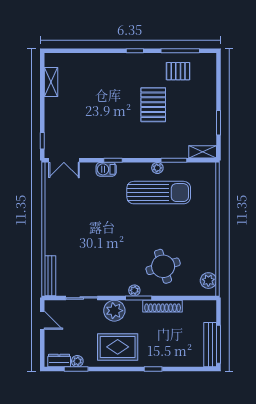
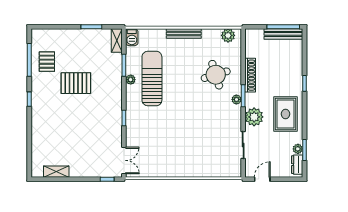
barbecue: (106, 169) -> (132, 37), moved
bench: (50, 276) -> (184, 33), moved

